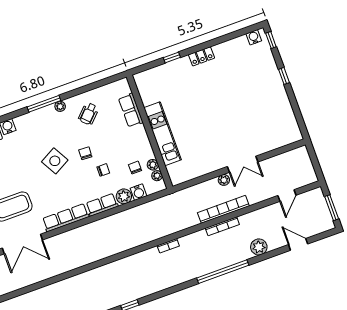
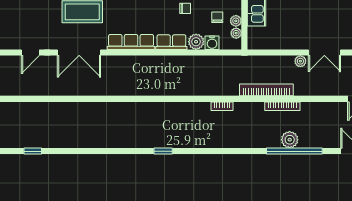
bookcase: (223, 209) -> (266, 90), moved
plant: (259, 247) -> (290, 140), moved
window: (223, 272) -> (294, 151), moved

